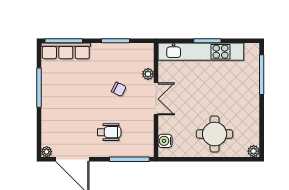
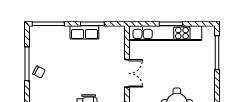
row of seats: (66, 51) -> (84, 32), moved, width x0.68
plant: (148, 74) -> (120, 52), removed
chair: (119, 89) -> (39, 72), moved

